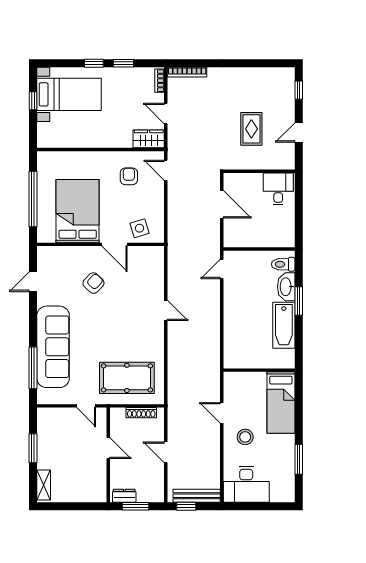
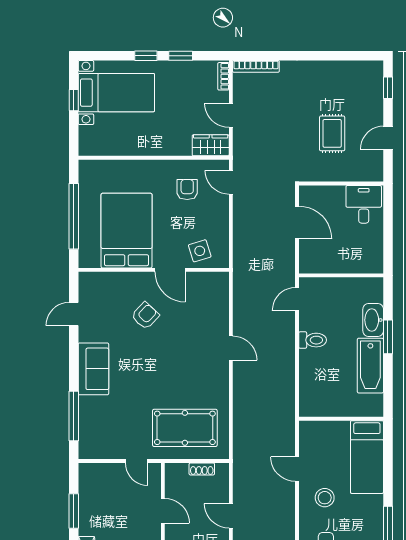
toilet: (283, 264) -> (313, 340), moved, turned 180
sofa: (53, 347) -> (93, 369), width x0.54, depth x0.79
shoe rack: (141, 413) -> (202, 469), width x0.70

